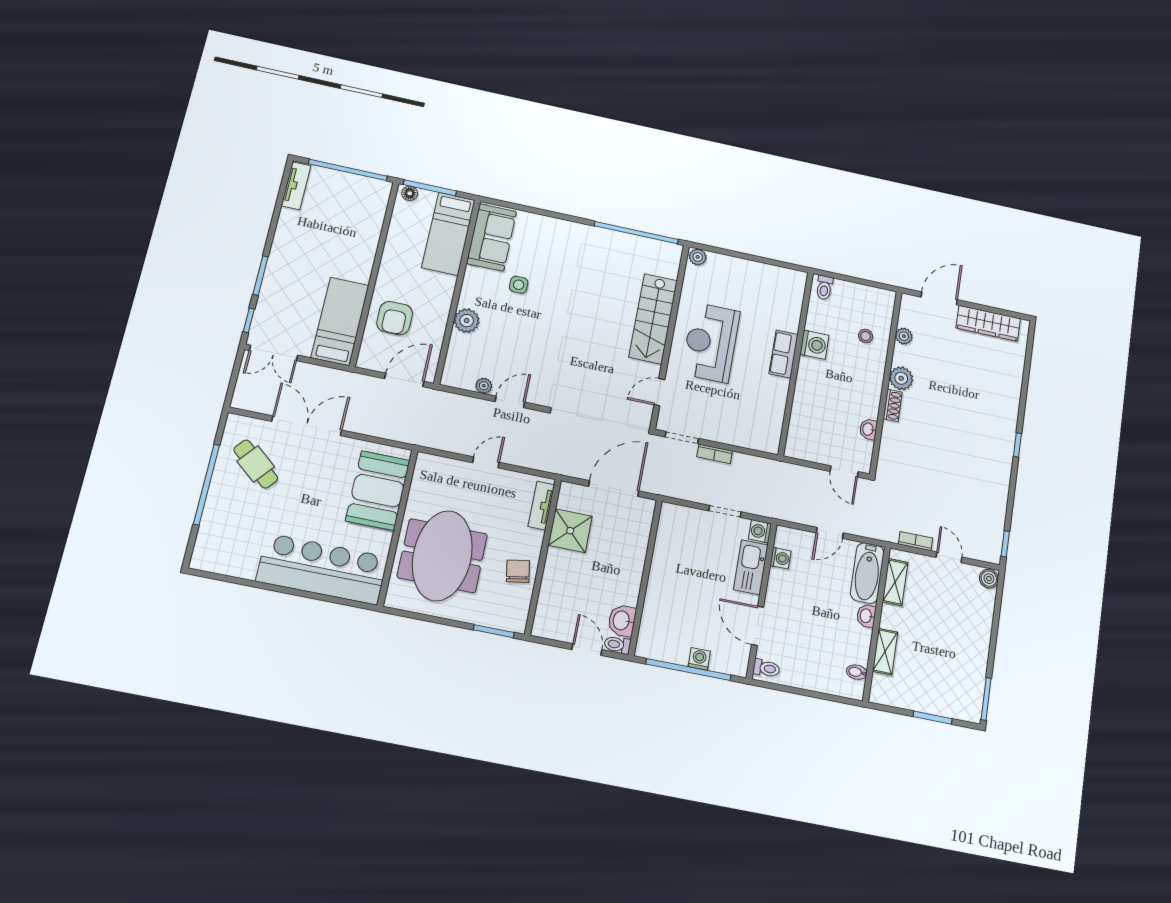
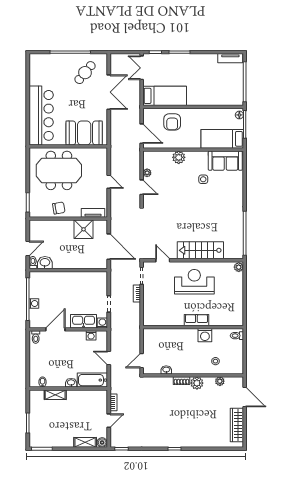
armchair: (395, 318) -> (172, 122), turned -90
shelving: (895, 582) -> (85, 442), moved

